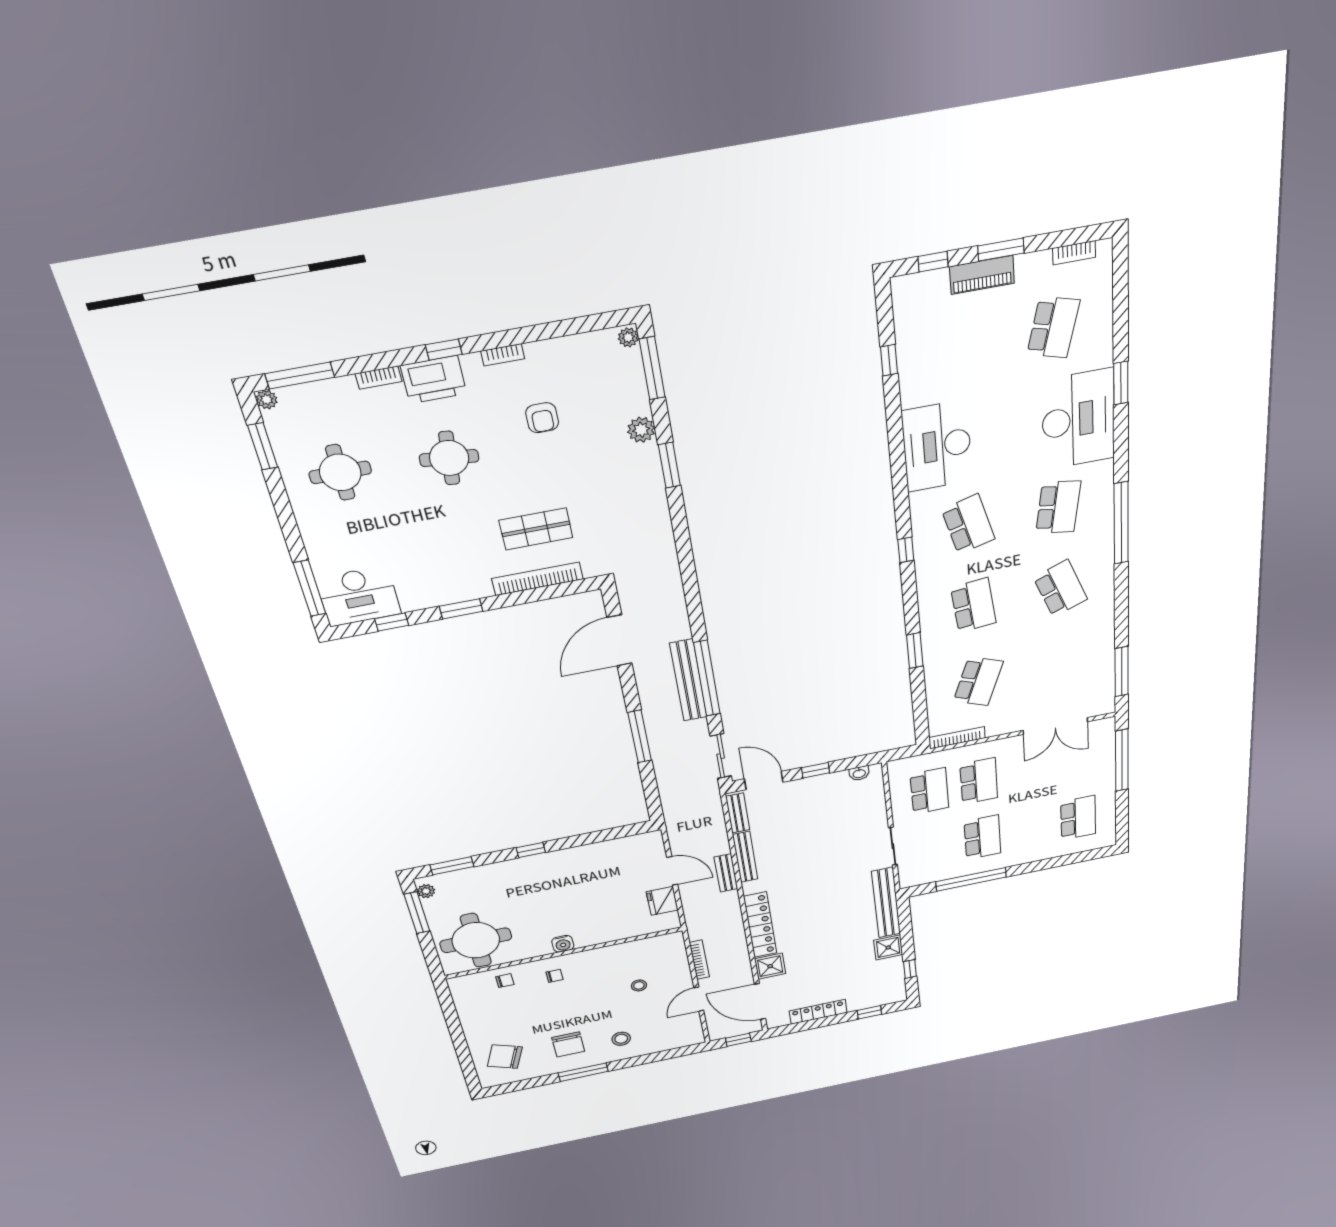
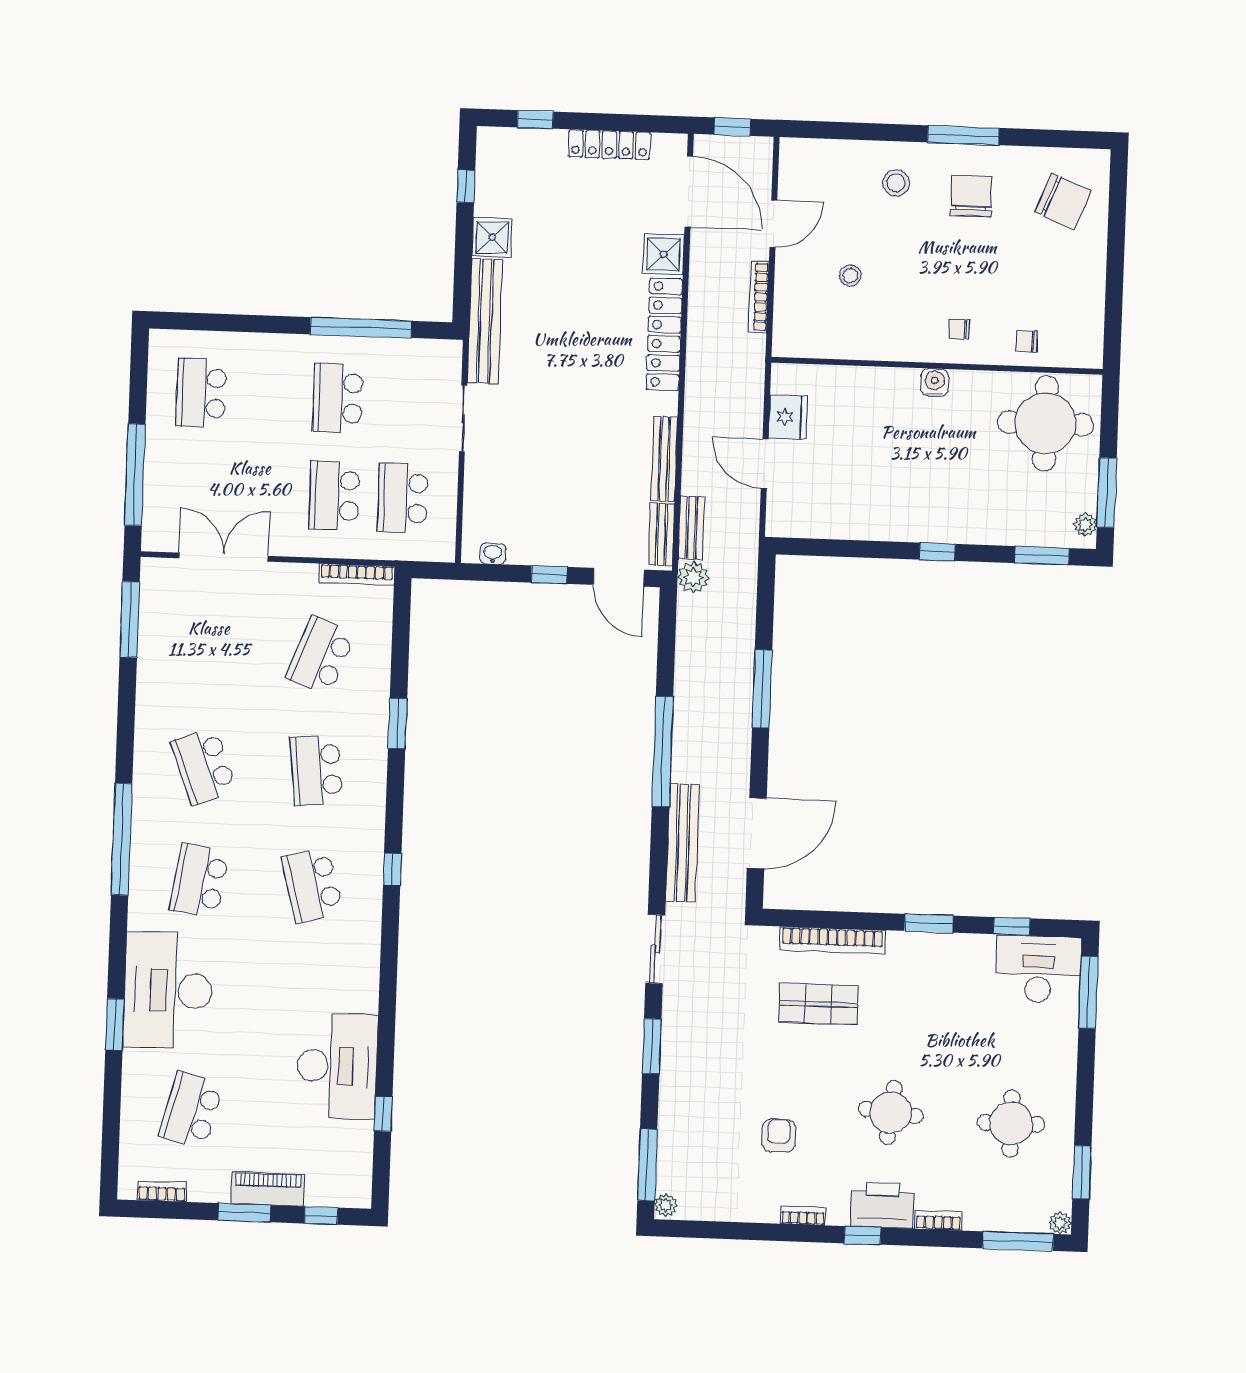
plant: (641, 430) -> (693, 577), moved
desk: (937, 446) -> (337, 1066), moved
bench: (688, 680) -> (682, 843), moved
sliding door: (721, 756) -> (655, 949), moved
bench: (726, 873) -> (691, 528), moved

